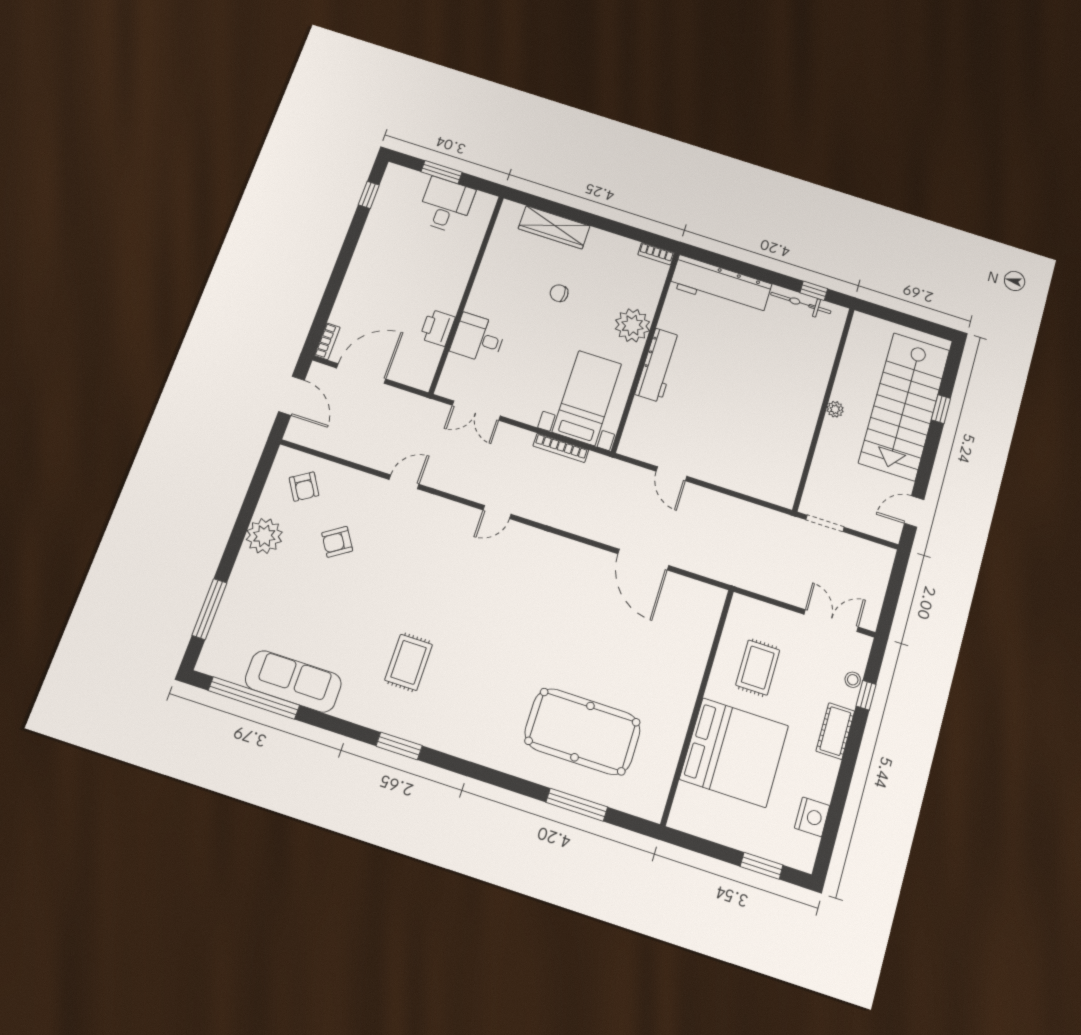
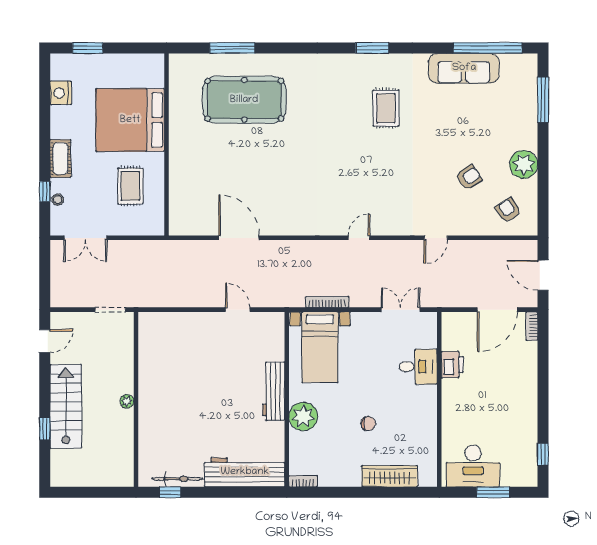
desk: (446, 205) -> (473, 466), width x1.37
stairs: (904, 406) -> (66, 406), width x0.73, depth x0.66

